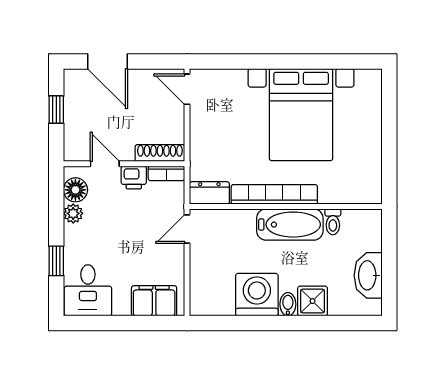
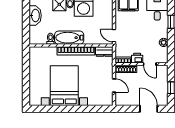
door: (187, 89) -> (114, 85), moved
floor lamp: (75, 190) -> (163, 53), removed
door: (187, 229) -> (114, 36), swing flipped

